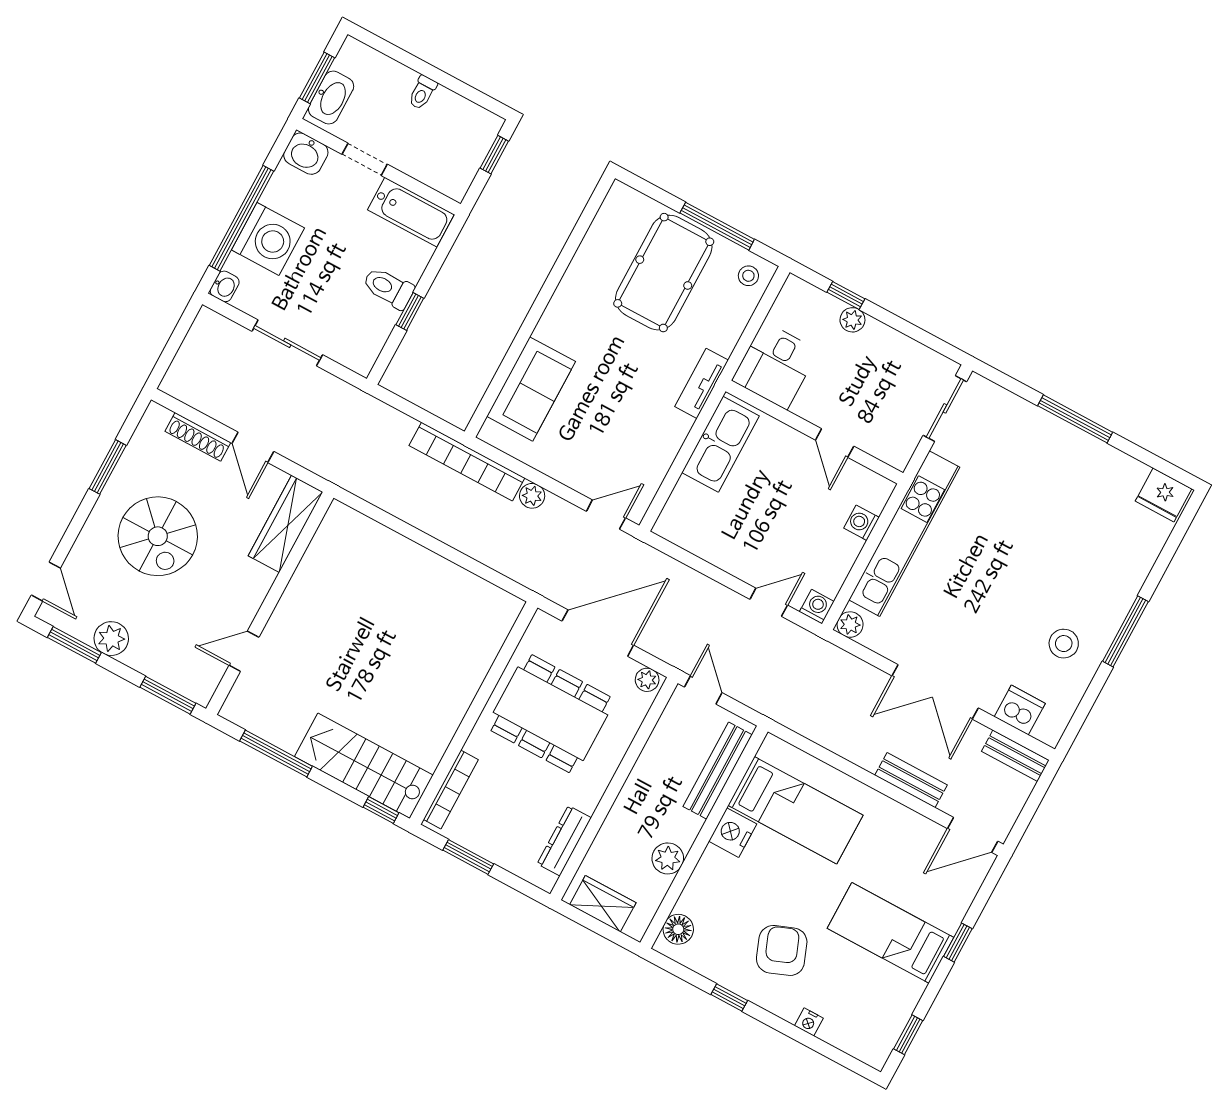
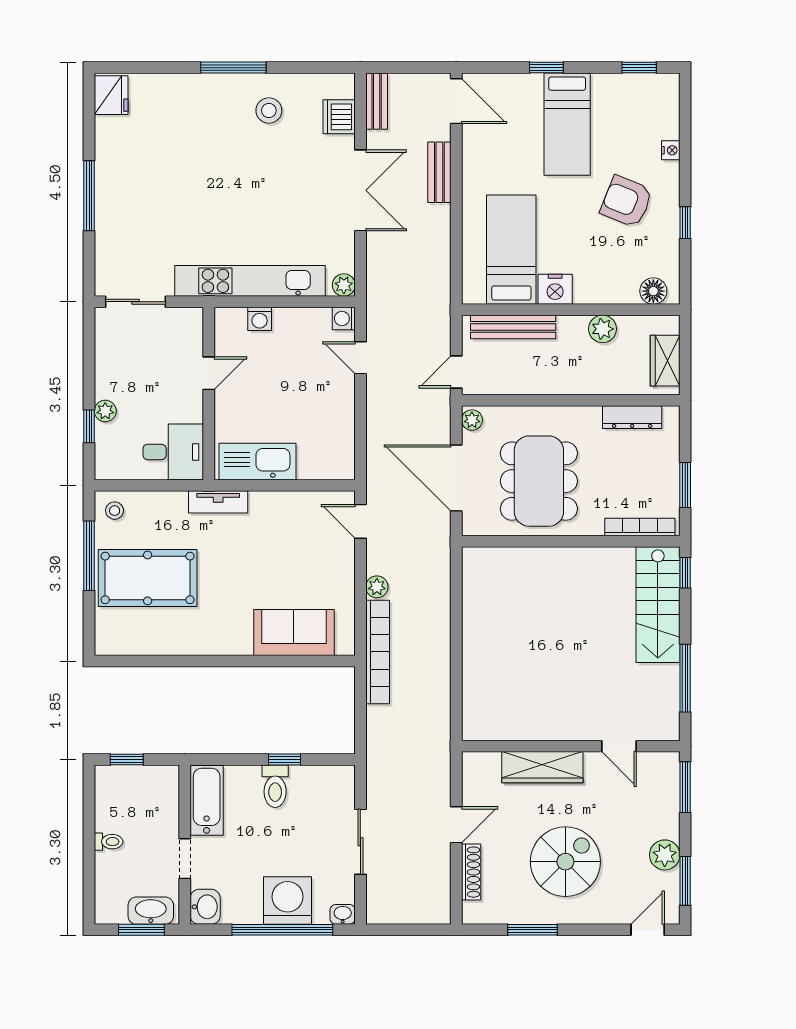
wardrobe: (286, 524) -> (542, 767), moved
armchair: (782, 950) -> (626, 202), turned 43

